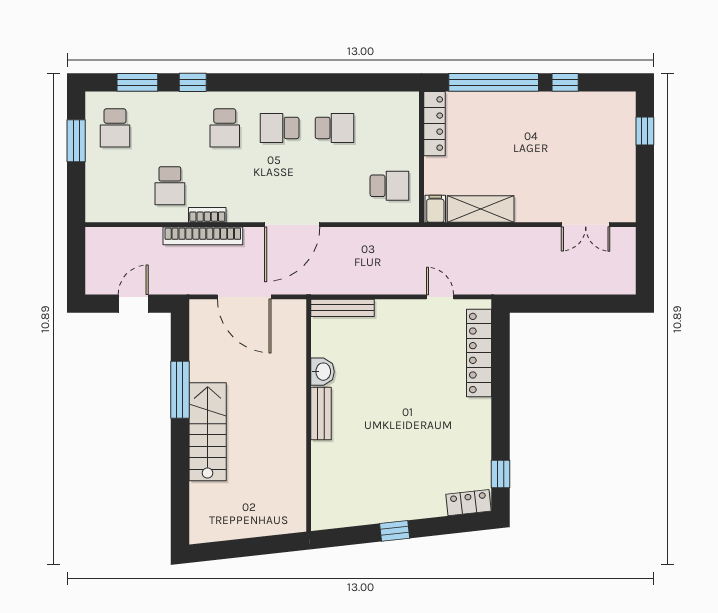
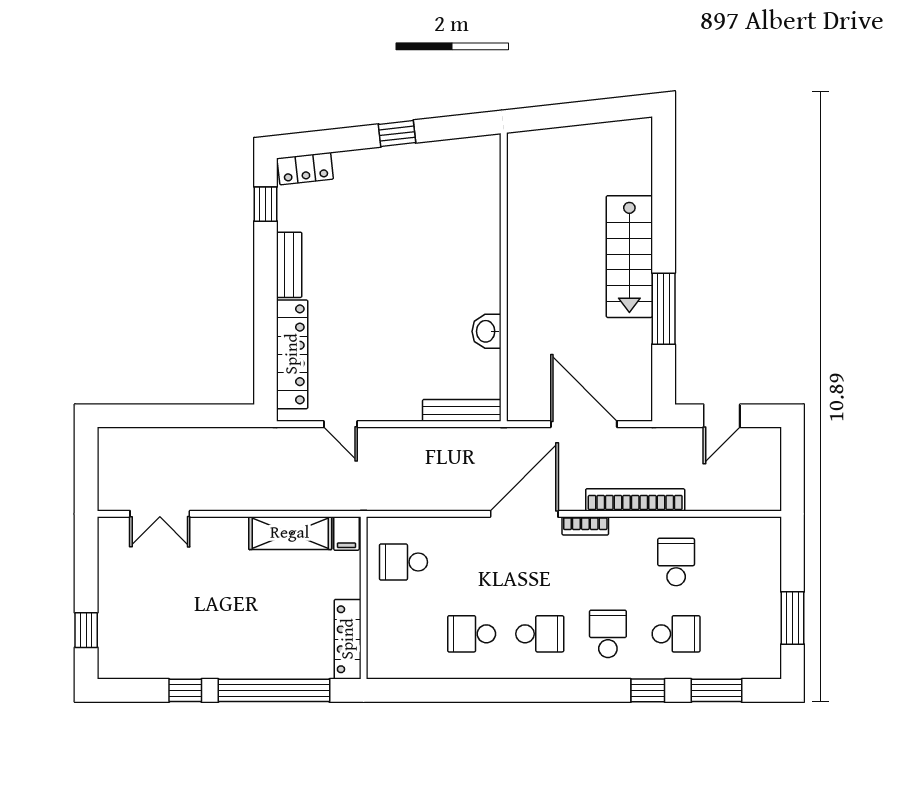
school desk: (115, 128) -> (676, 634), moved, turned 90
bookcase: (207, 215) -> (585, 526), moved
double door: (586, 225) -> (160, 514), swing flipped
bench: (321, 413) -> (289, 265), moved

